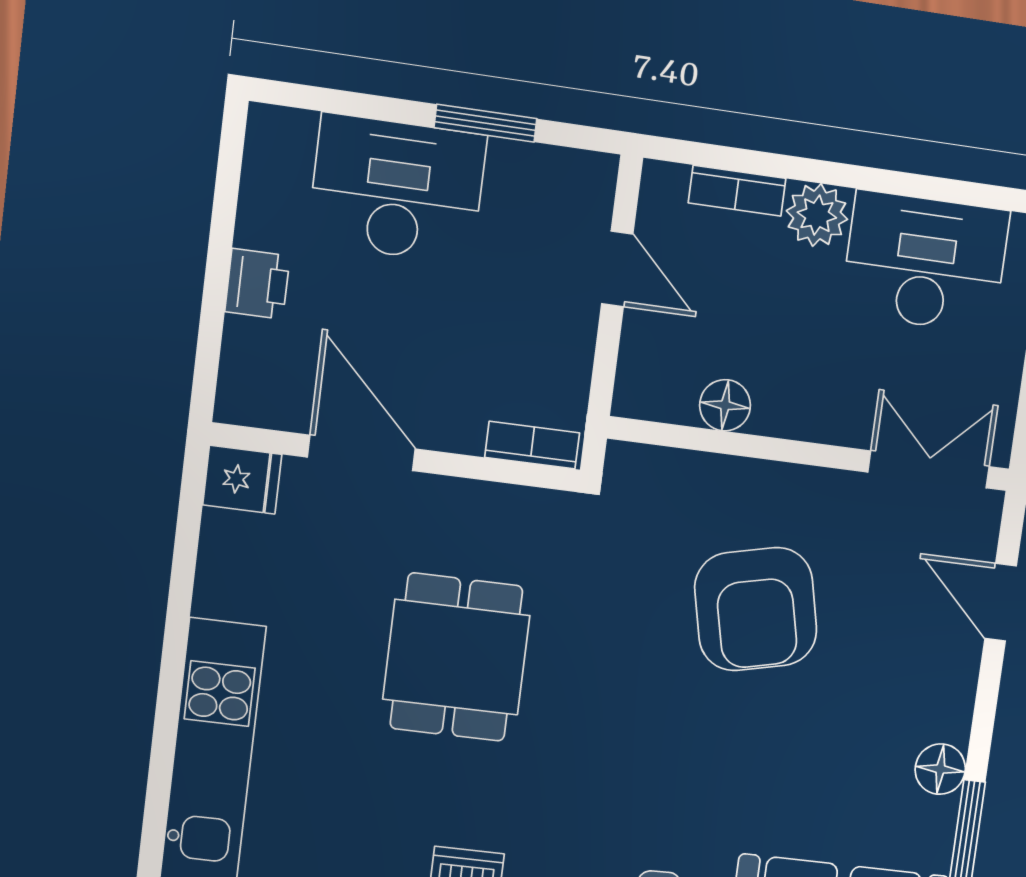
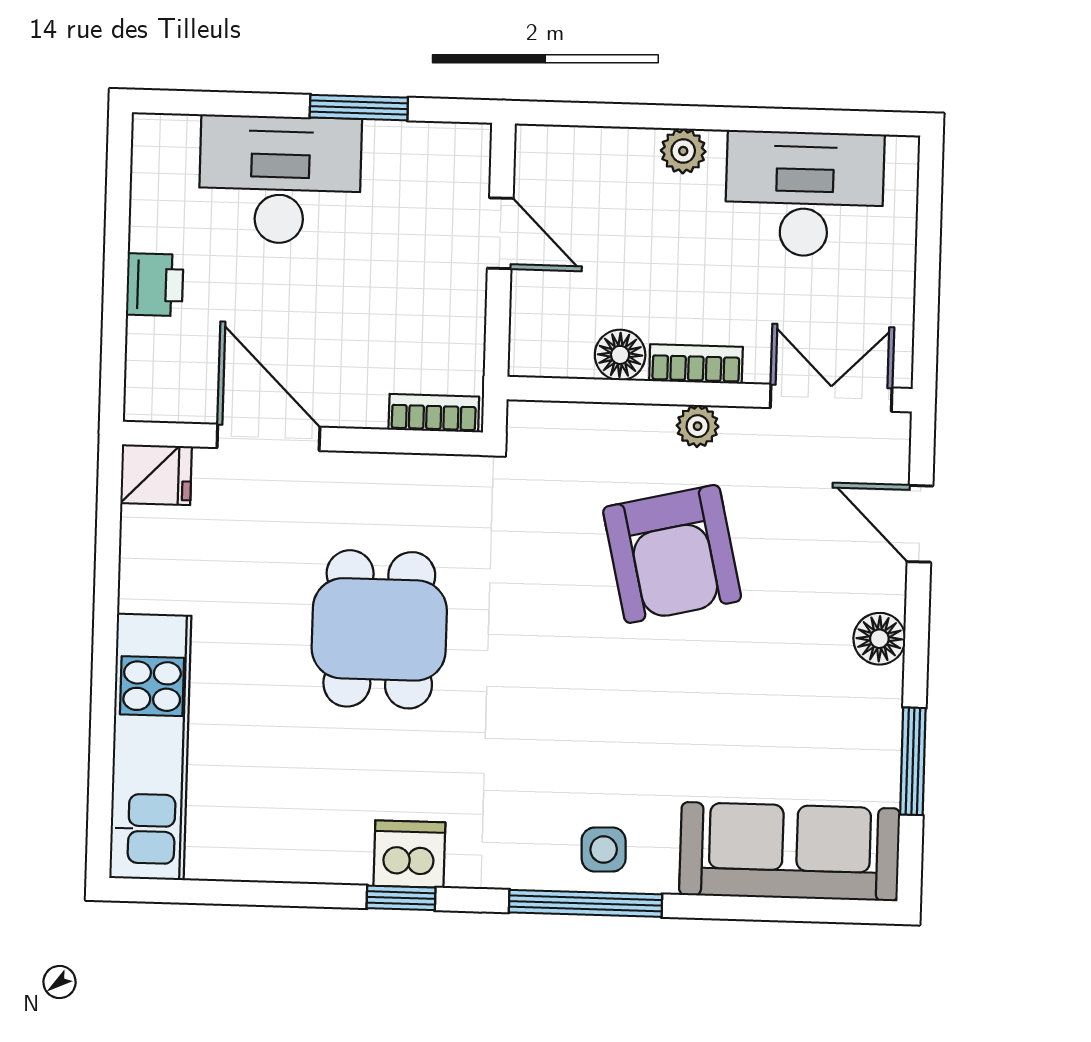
bookcase: (737, 191) -> (696, 364), moved, turned 180
plant: (817, 215) -> (683, 151), width x0.73, depth x0.73
plant: (794, 484) -> (698, 426), added
floor lamp: (940, 769) -> (879, 639), moved

